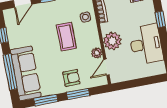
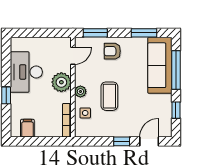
plant: (97, 53) -> (80, 91), moved
window: (78, 94) -> (95, 33), moved

